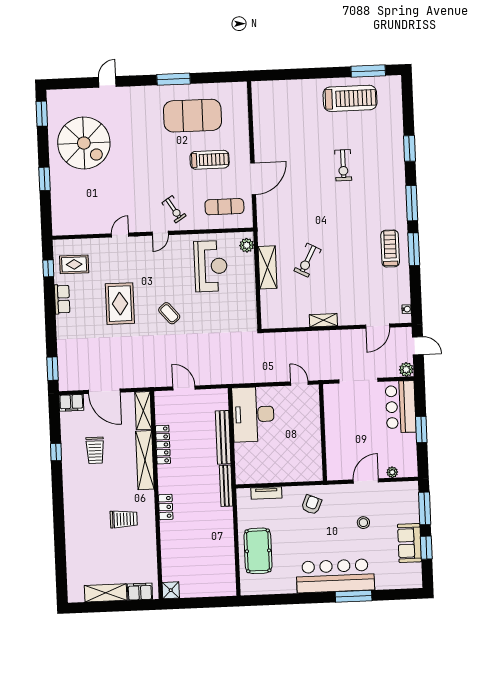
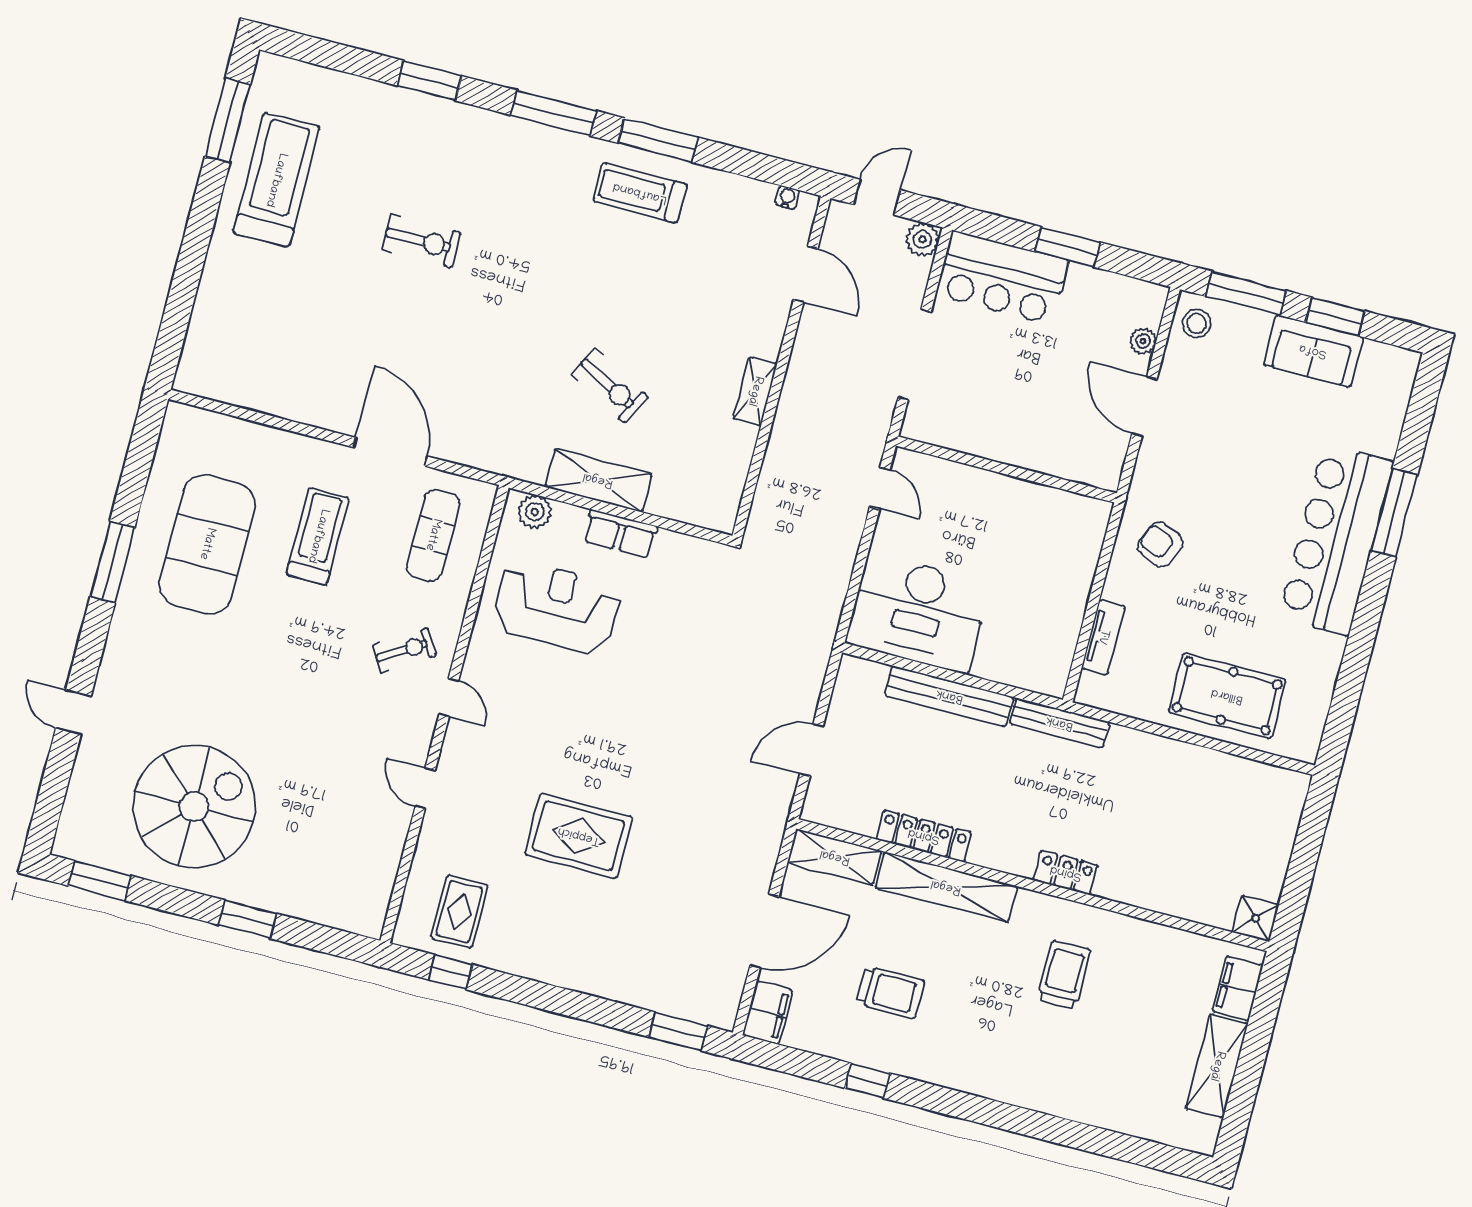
row of seats: (62, 299) -> (620, 534), moved, turned 180
coffee table: (169, 313) -> (634, 732), removed
door: (299, 383) -> (880, 488), swing flipped
stool: (363, 523) -> (1197, 323), moved

